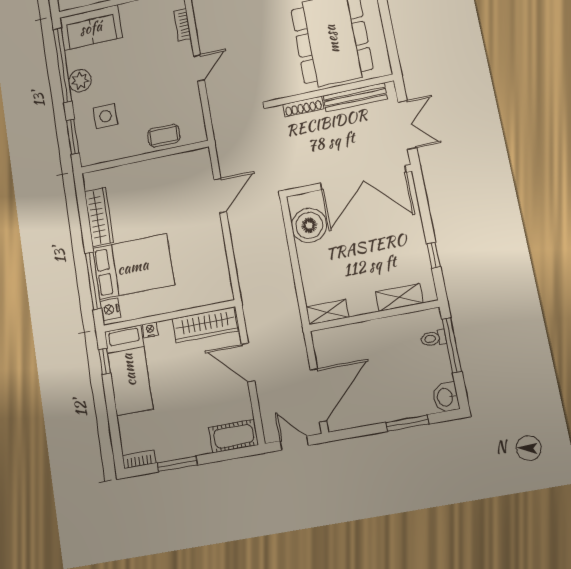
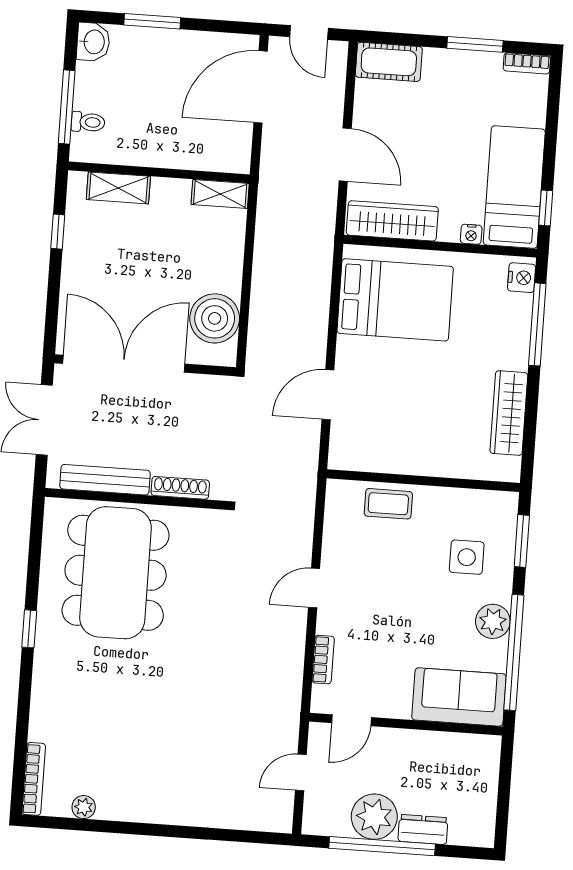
bed: (133, 267) -> (395, 300), moved, turned 180

